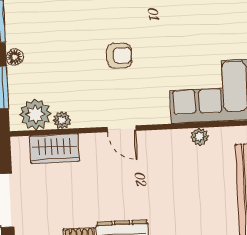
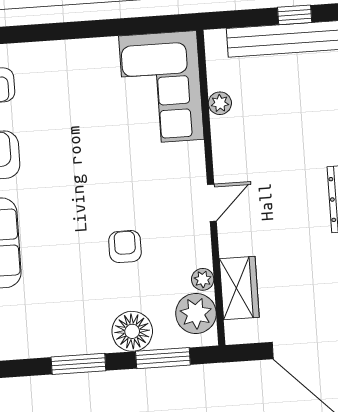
armchair: (119, 56) -> (125, 247), moved
floor lamp: (15, 57) -> (132, 331), width x1.89, depth x1.89

